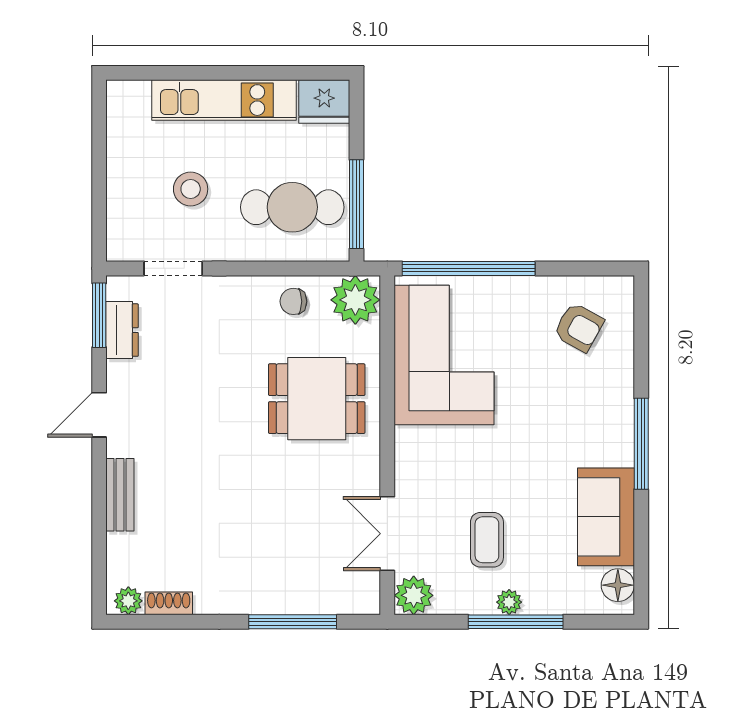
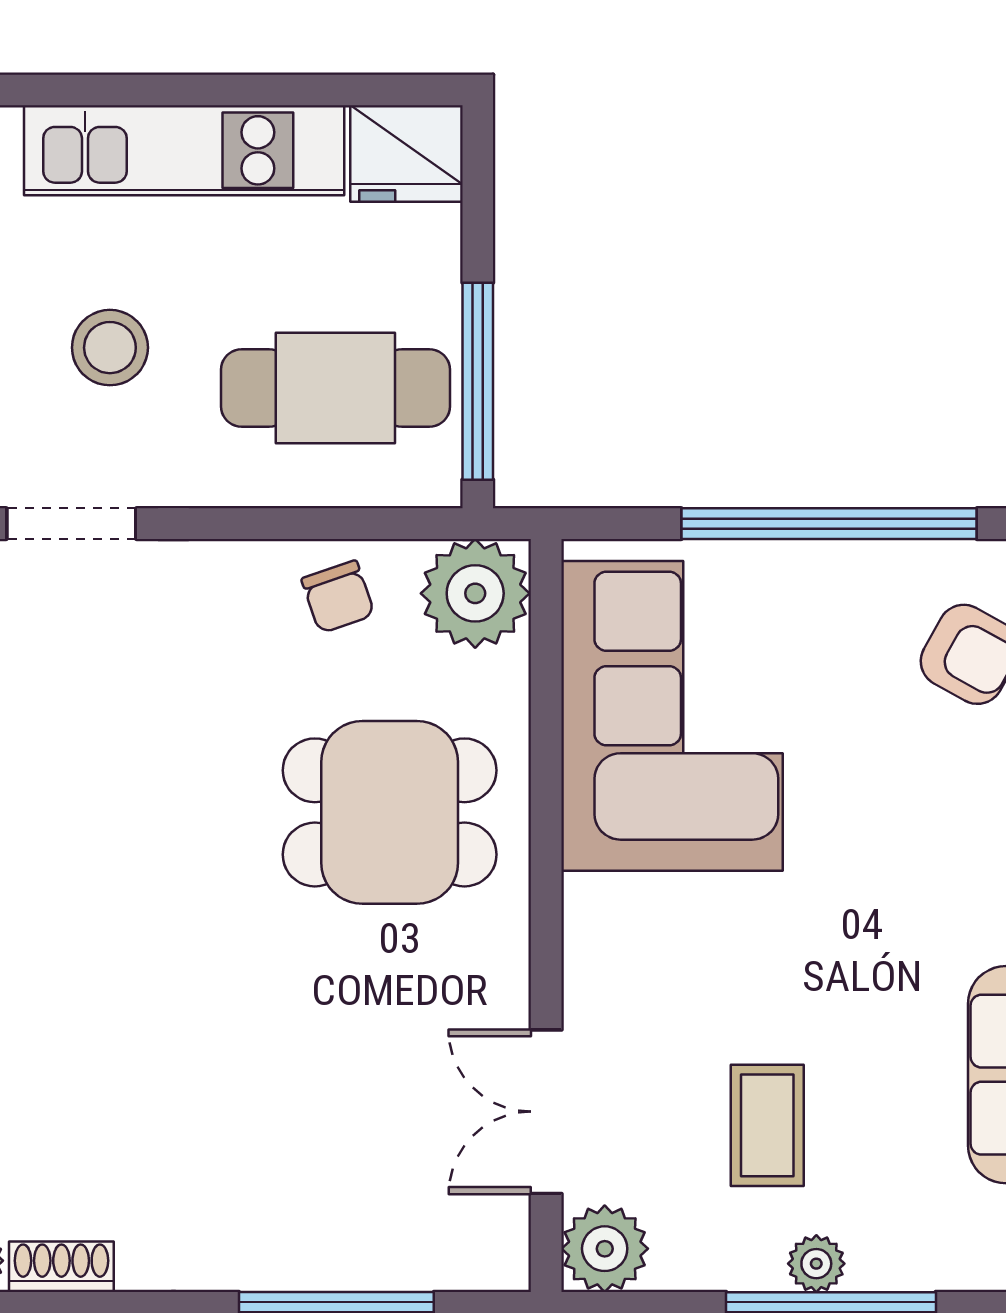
window: (469, 268) -> (829, 524), moved
chair: (293, 301) -> (338, 597), turned -109

